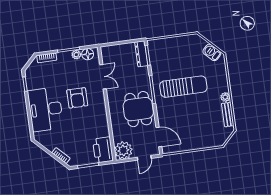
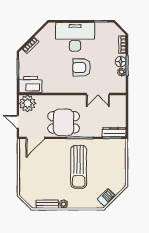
floor lamp: (88, 54) -> (121, 62), moved

